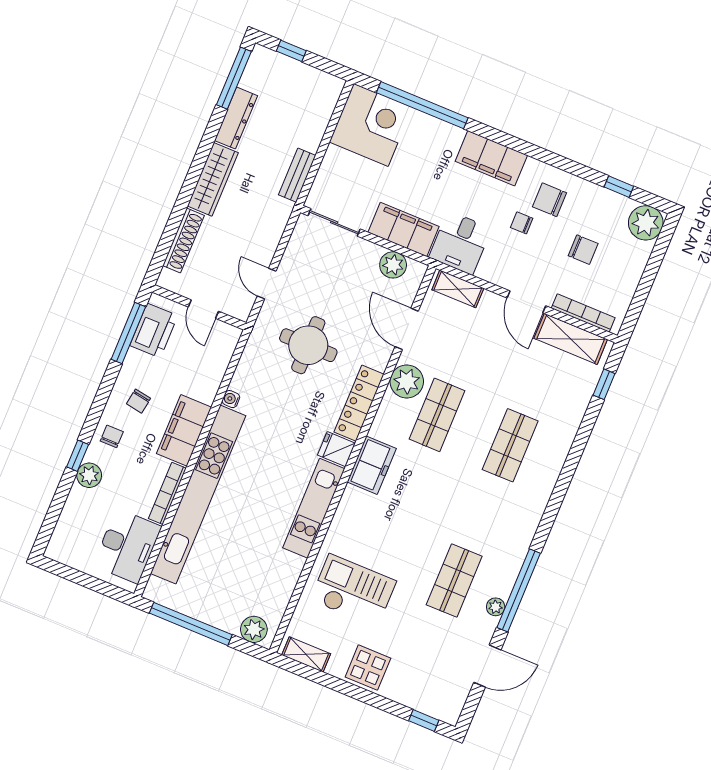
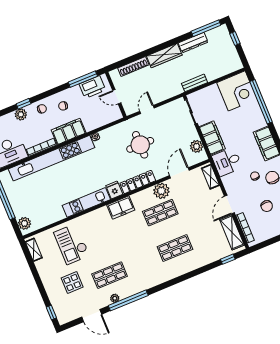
door: (203, 309) -> (117, 97), hinge flipped
checkout: (353, 591) -> (72, 244), turned 180
display table: (368, 668) -> (72, 283), moved

